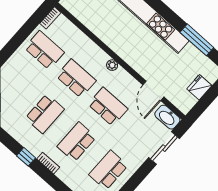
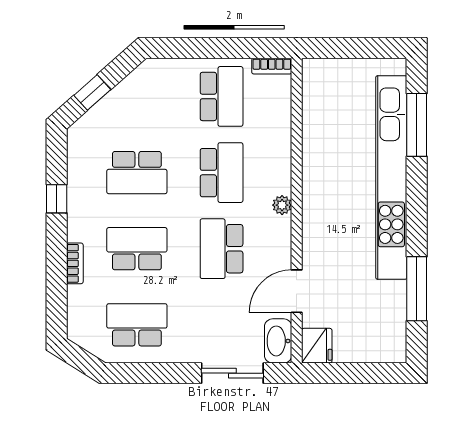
fridge: (199, 87) -> (317, 346), moved, turned 90
school desk: (108, 107) -> (222, 249), turned 180
bookcase: (48, 163) -> (75, 263), moved

